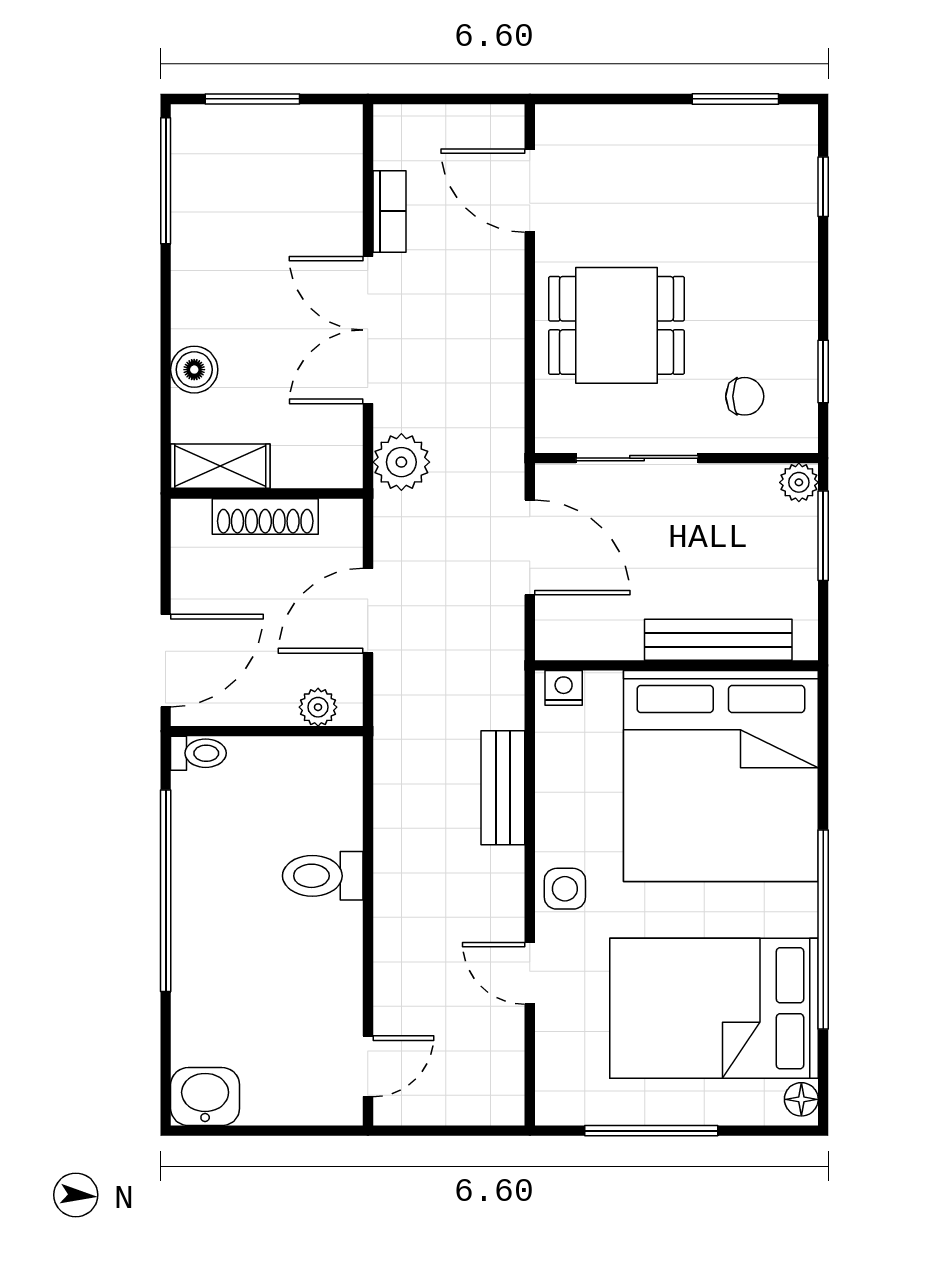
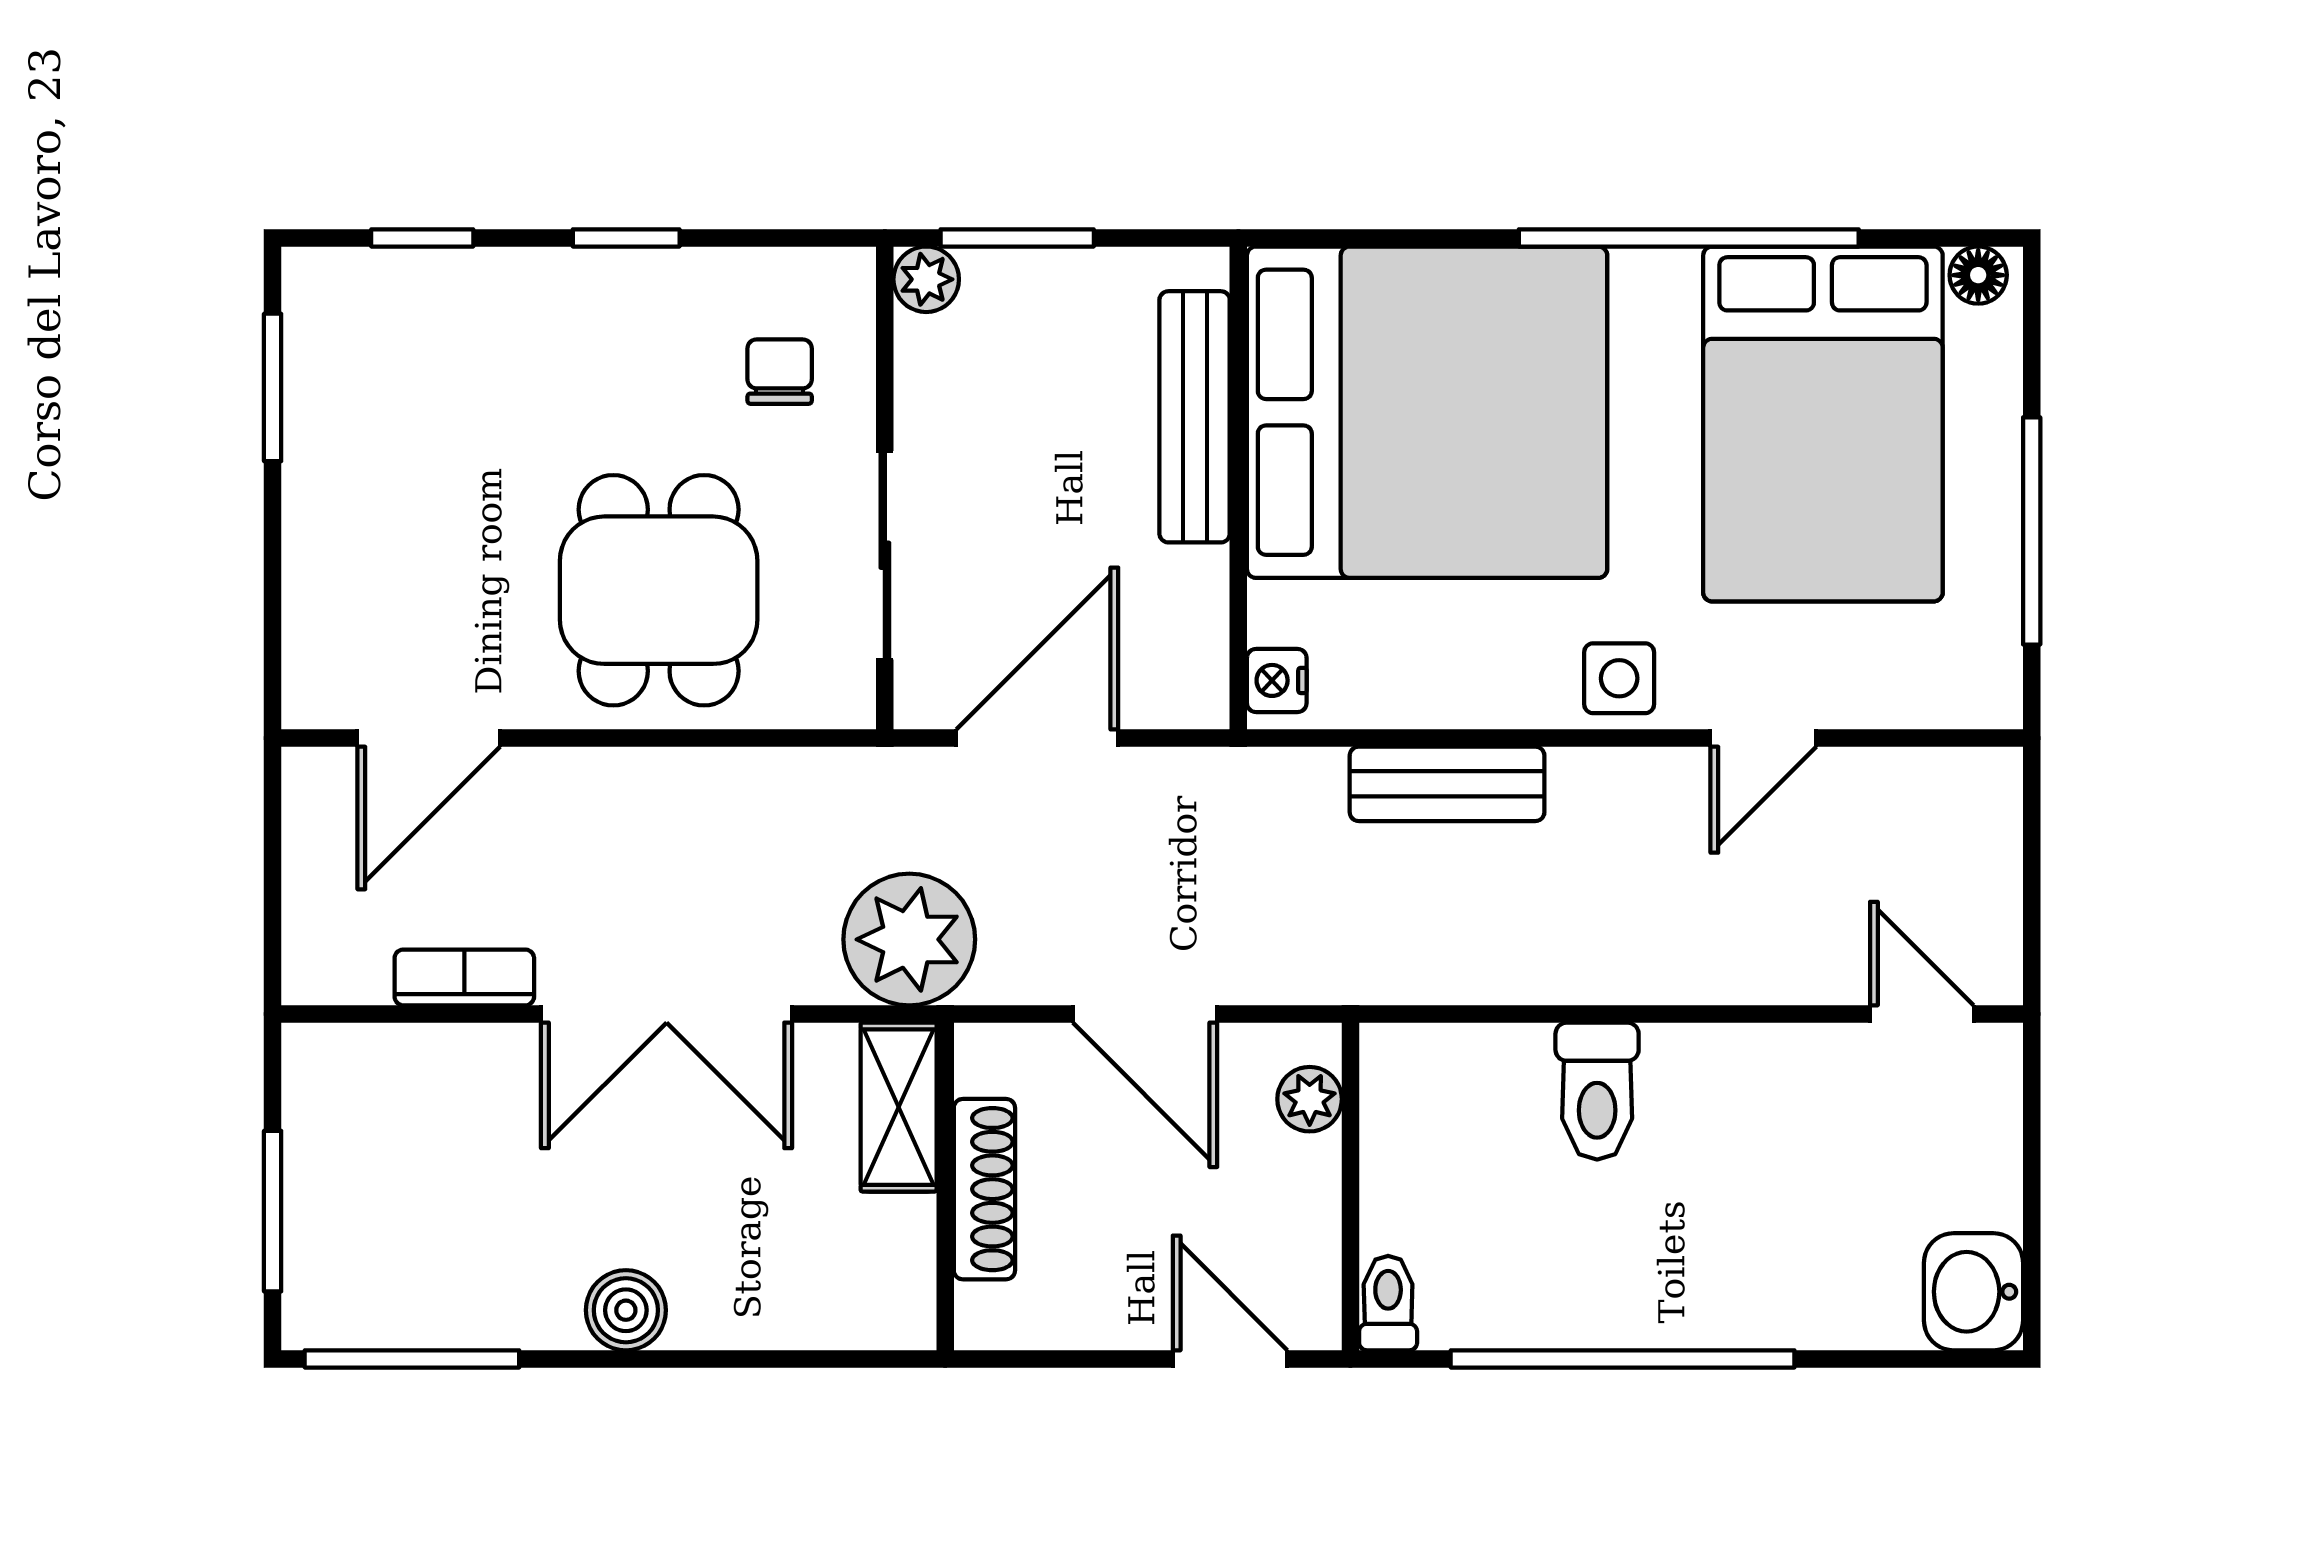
boiler: (194, 370) -> (626, 1310), moved
window: (823, 372) -> (626, 238), moved
plant: (401, 462) -> (909, 939), width x1.36, depth x1.36
shelving: (220, 466) -> (899, 1107), moved
door: (166, 661) -> (1230, 1359), width x0.73

